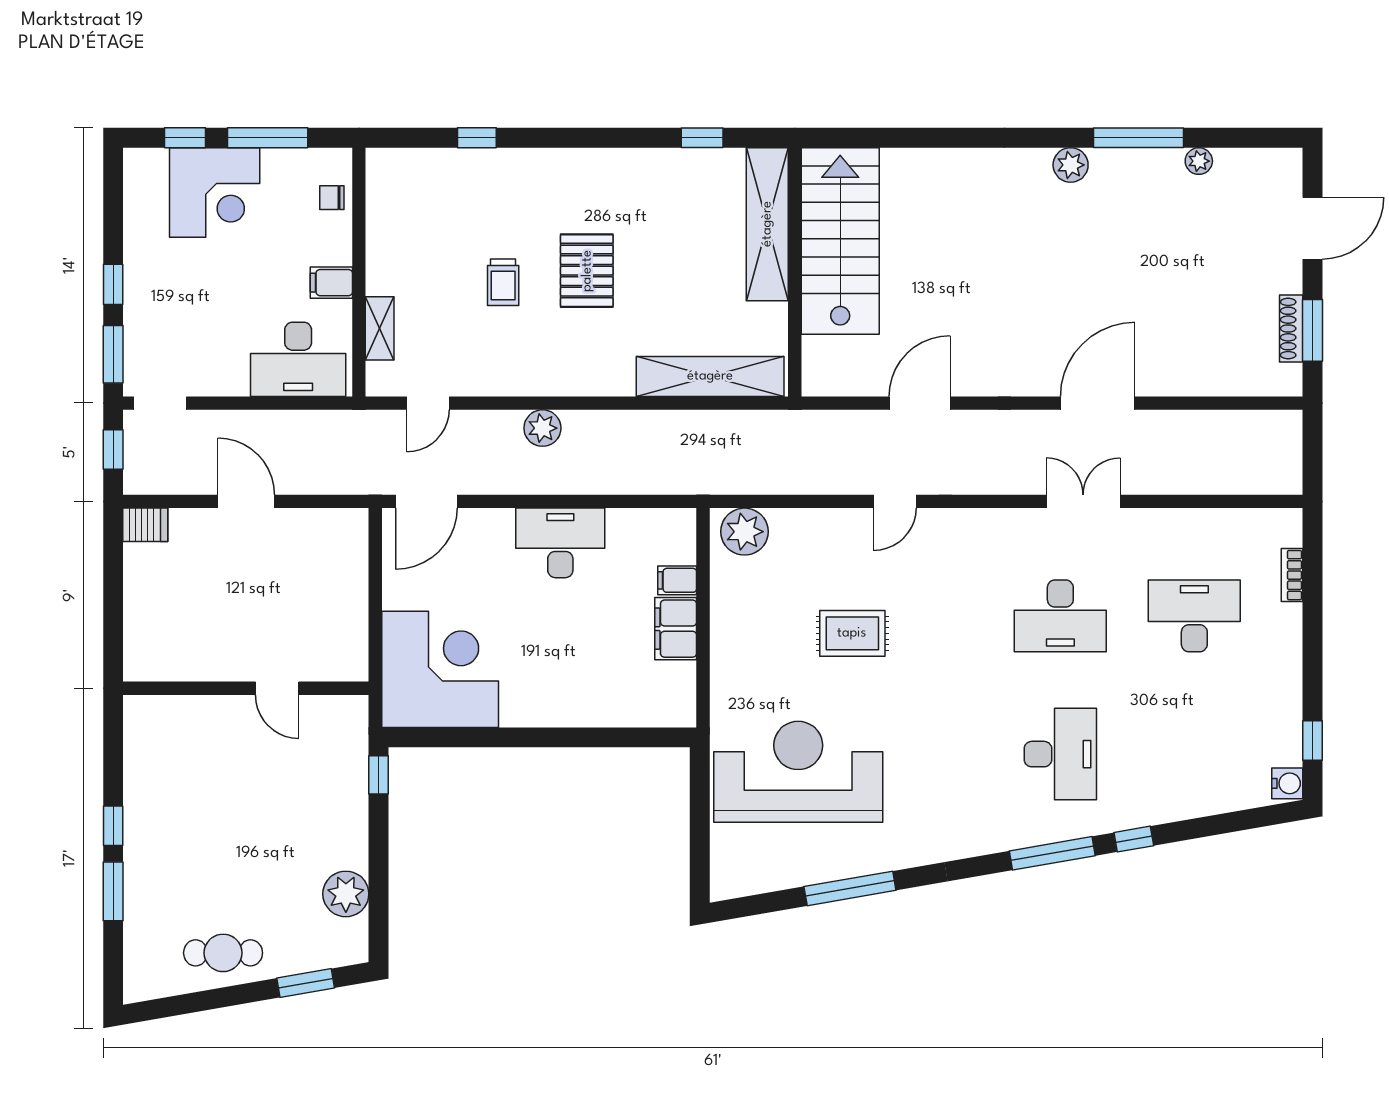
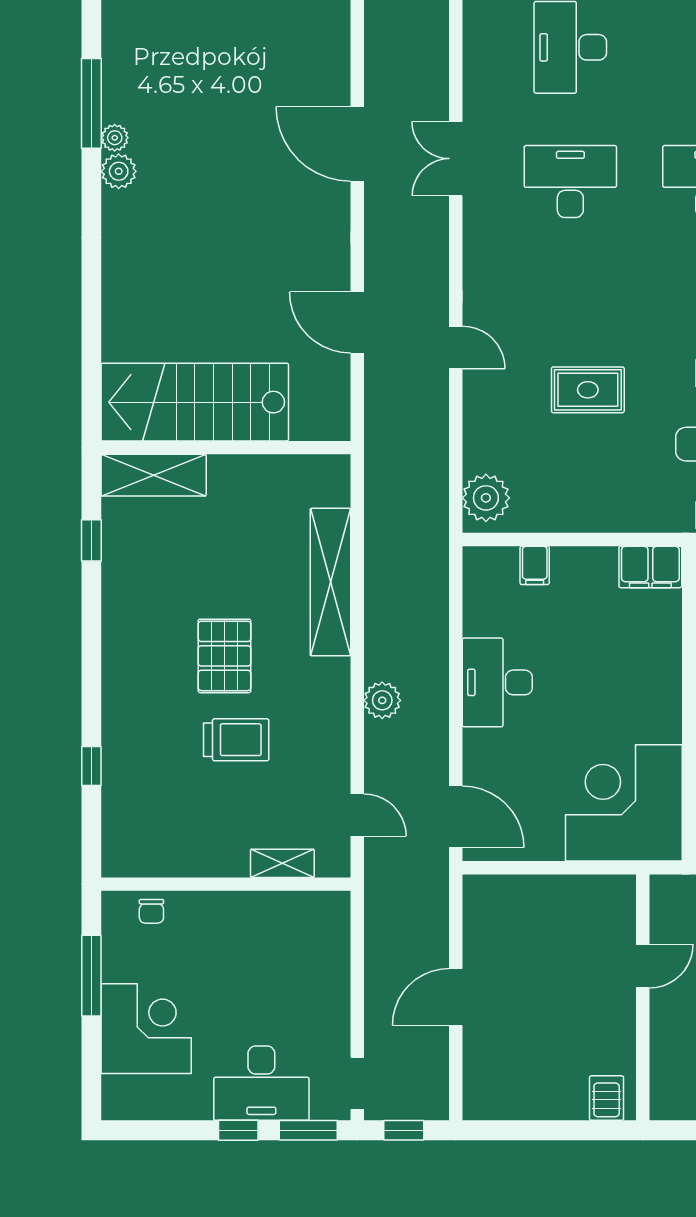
window: (185, 138) -> (91, 1058), removed
plant: (1199, 161) -> (115, 138), moved
shelving: (767, 224) -> (154, 475), width x0.68
pallet: (587, 271) -> (224, 656), turned 90
trolley: (503, 282) -> (236, 740), width x1.36, depth x1.39
filing cabinet: (331, 283) -> (236, 912), removed
desk: (298, 359) -> (261, 1083), moved, turned 90
shelving: (710, 376) -> (331, 582), moved
server rack: (145, 525) -> (607, 1098), moved
desk: (1060, 616) -> (570, 182), turned -90
filing cabinet: (676, 629) -> (650, 567), moved
rug: (852, 633) -> (588, 390), turned 90

